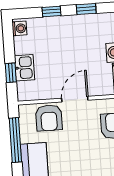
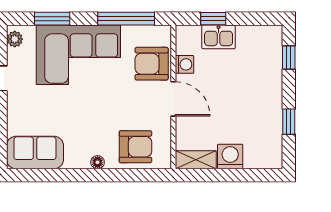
window: (51, 11) -> (289, 58), moved
washing machine: (19, 28) -> (184, 64), moved, turned -90

